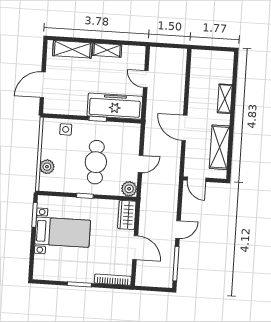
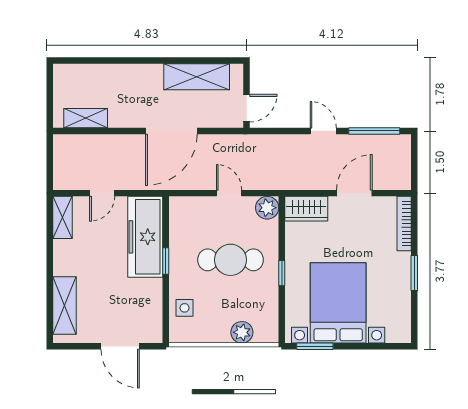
shelving: (107, 50) -> (62, 217), moved
shelving: (225, 99) -> (86, 118), moved
door: (184, 128) -> (171, 131), width x1.36
bed with nightstands: (63, 232) -> (338, 303), width x1.36

